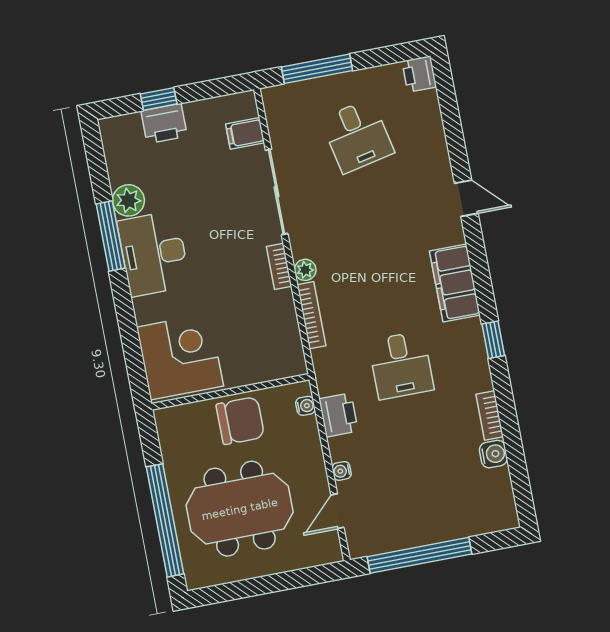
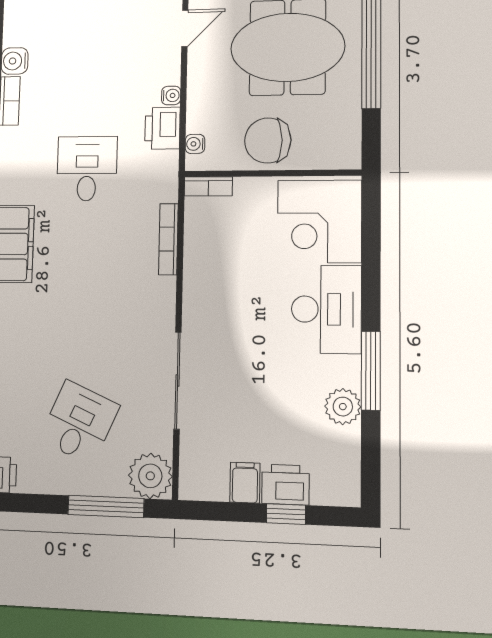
filing cabinet: (245, 133) -> (245, 483), moved, turned -90
desk: (357, 136) -> (79, 423), turned 36
desk: (154, 254) -> (326, 309), moved
bookcase: (279, 266) -> (208, 186), moved, turned 90
plant: (305, 270) -> (150, 476), moved, width x1.88, depth x1.88
water cooler: (342, 471) -> (171, 95), moved

